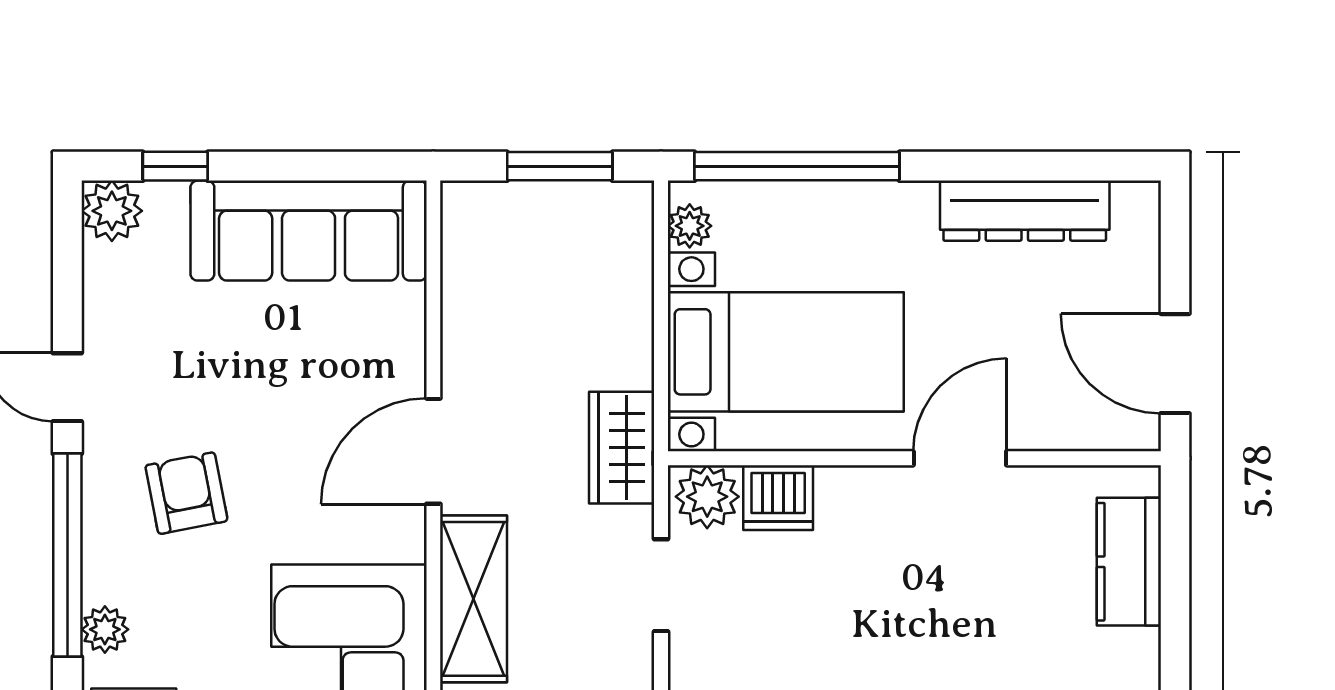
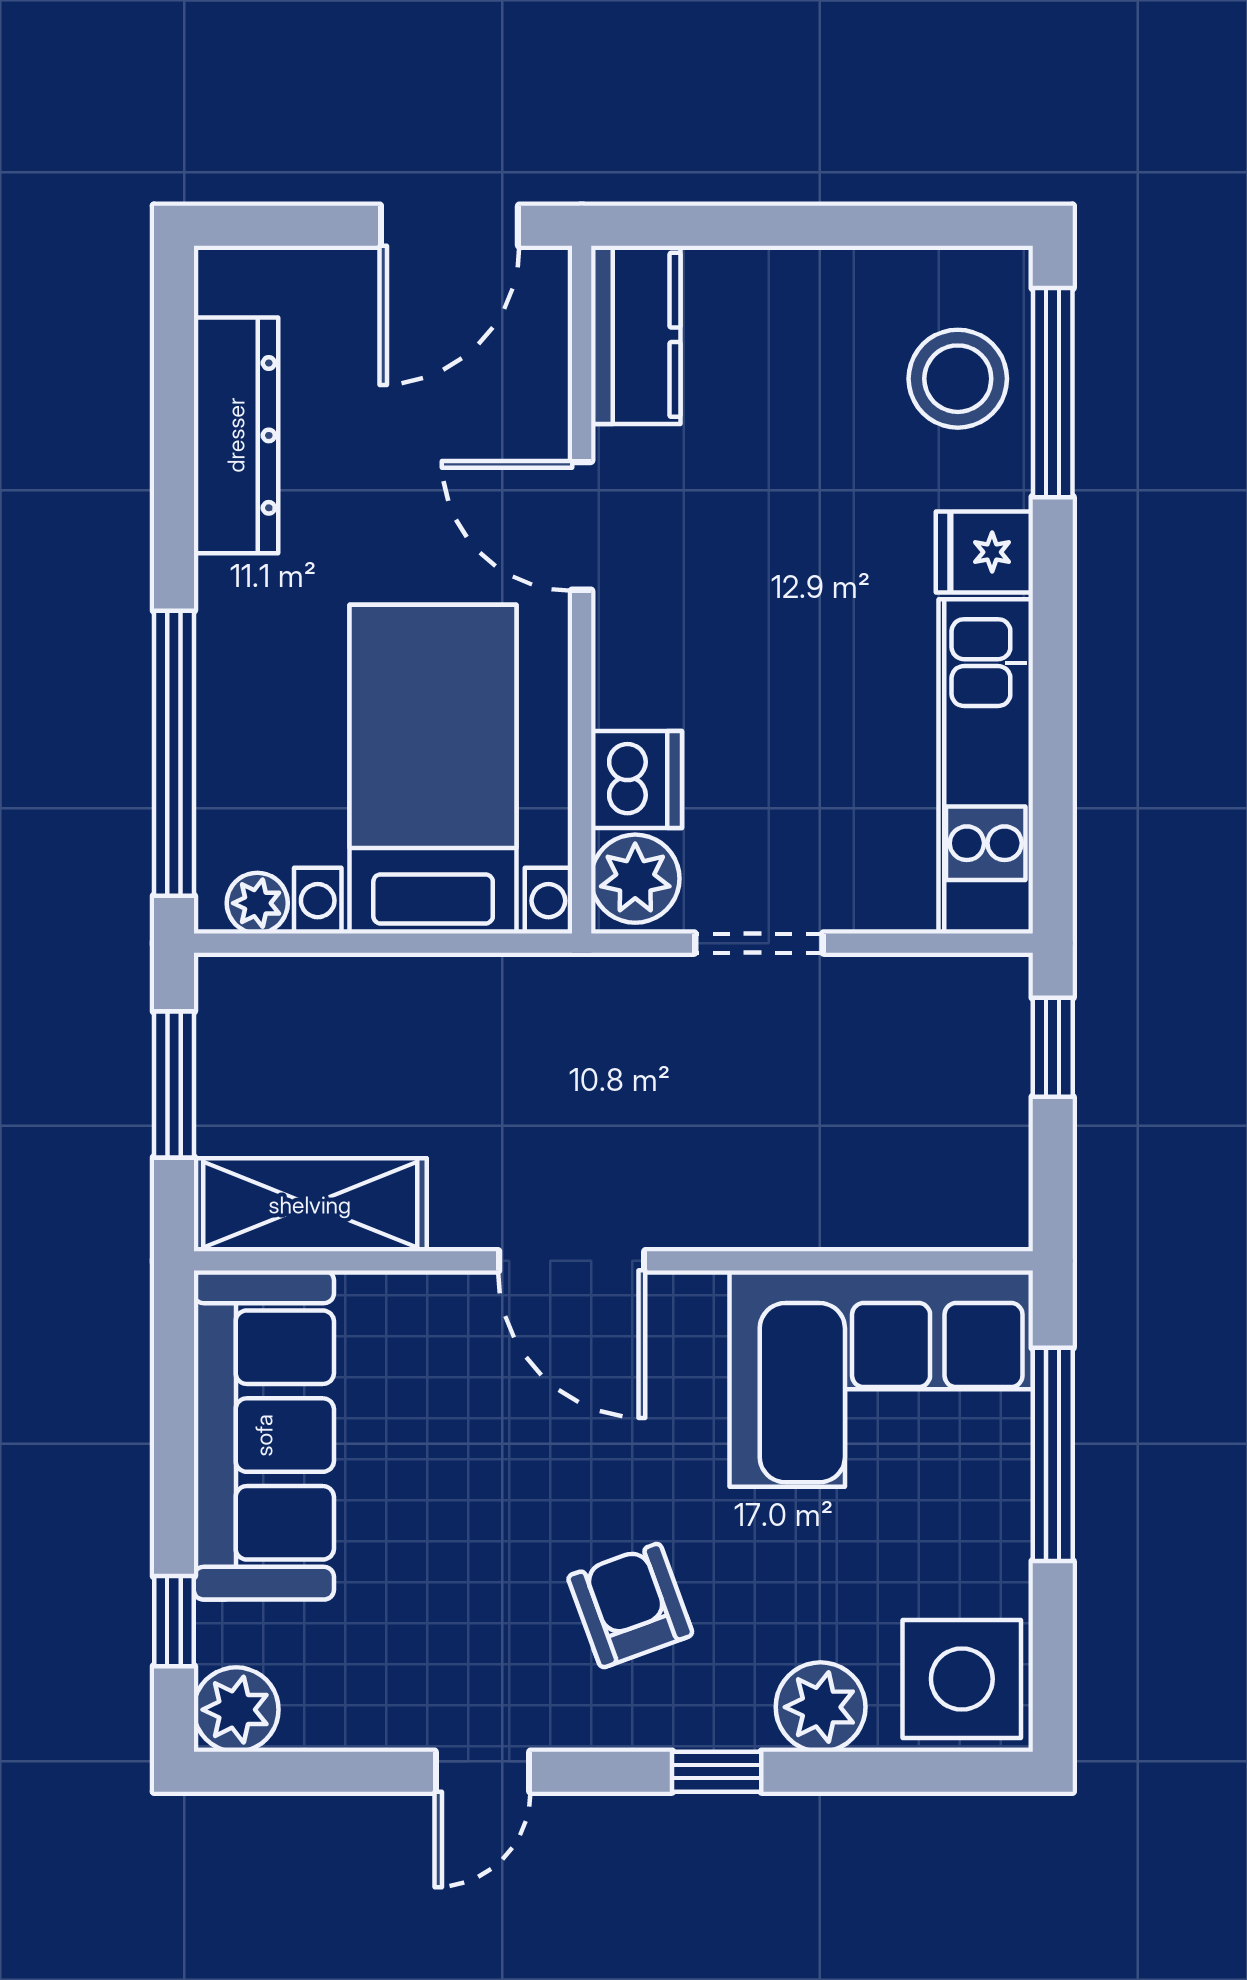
wardrobe: (622, 448) -> (567, 998), removed
armchair: (186, 493) -> (630, 1606), turned 81
window: (67, 555) -> (717, 1772), width x0.32
kitchen counter: (1129, 562) -> (636, 335), moved, turned -90
shelving: (474, 599) -> (310, 1205), moved
plant: (105, 629) -> (821, 1707), width x1.38, depth x1.38

